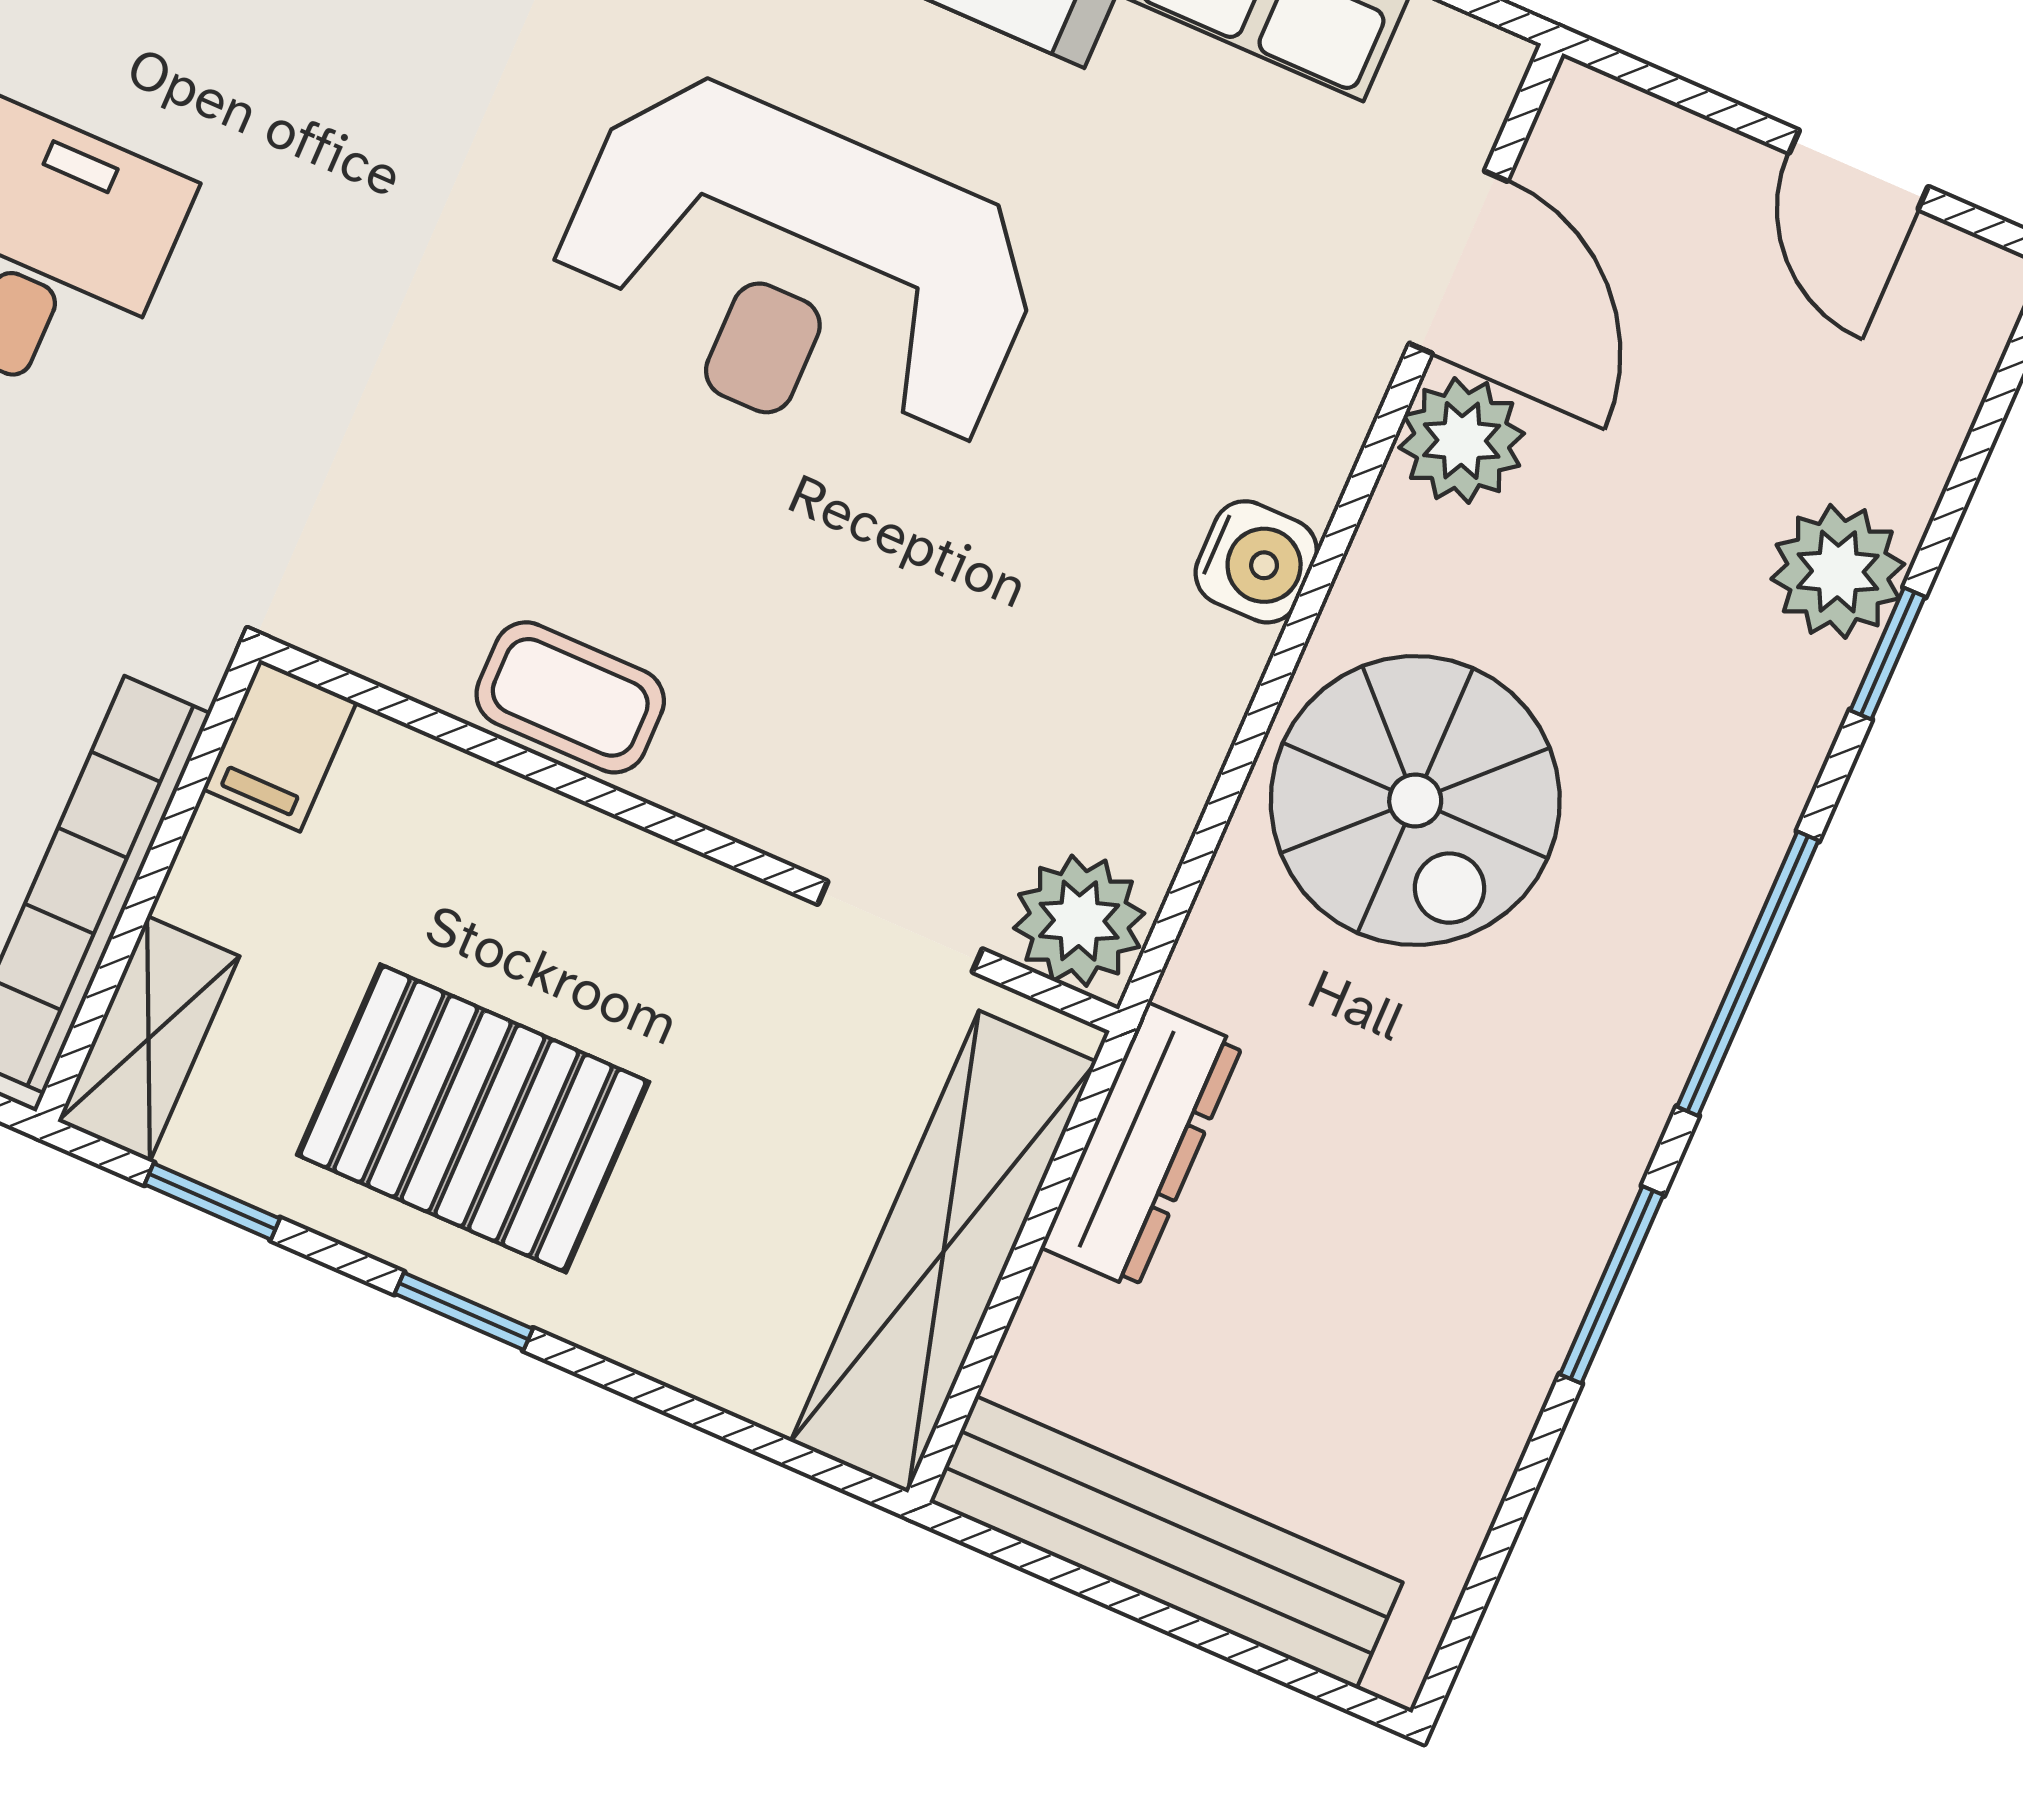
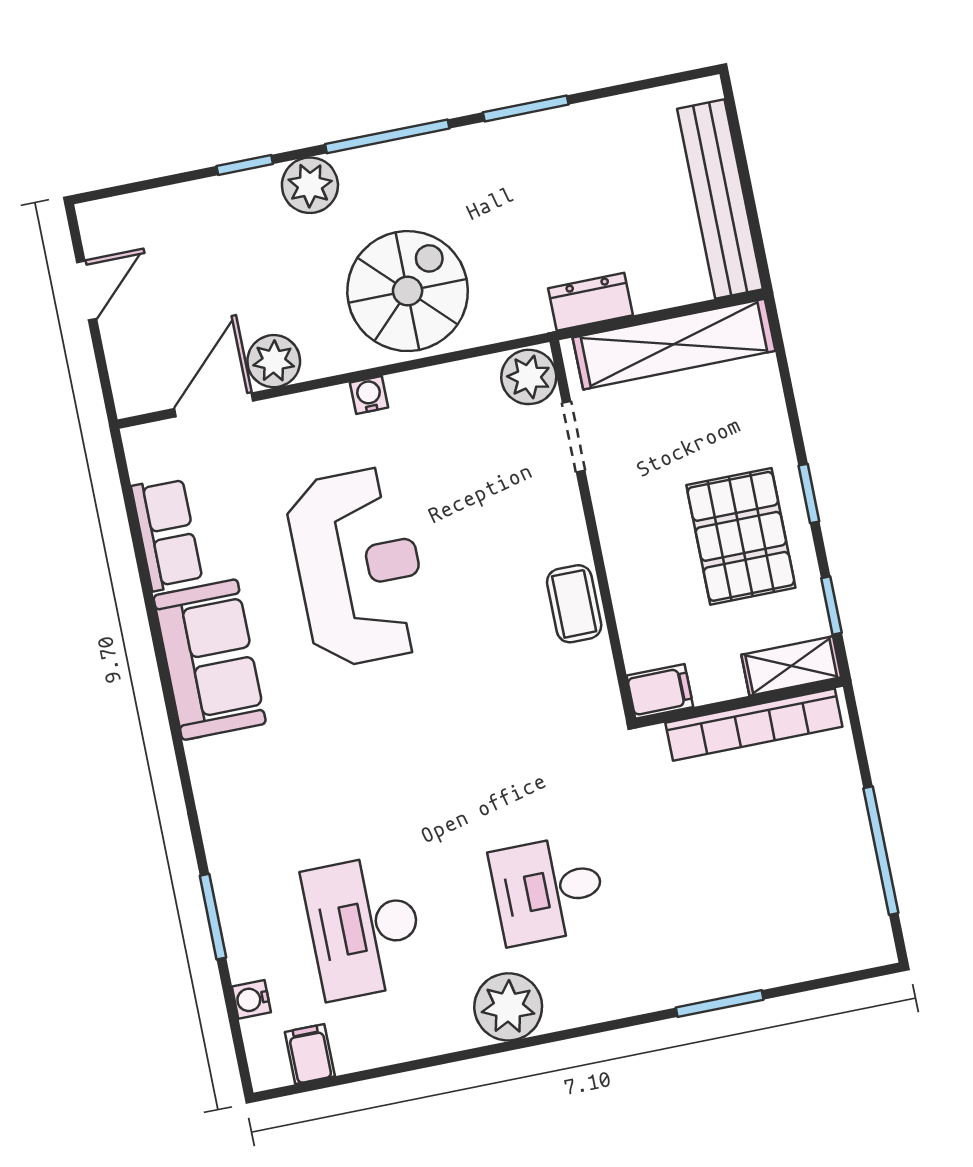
reception desk: (796, 272) -> (359, 567), moved
water cooler: (1256, 562) -> (369, 395), width x0.72, depth x0.72
plant: (1838, 571) -> (310, 185), moved
dresser: (1142, 1146) -> (591, 302), width x0.70

